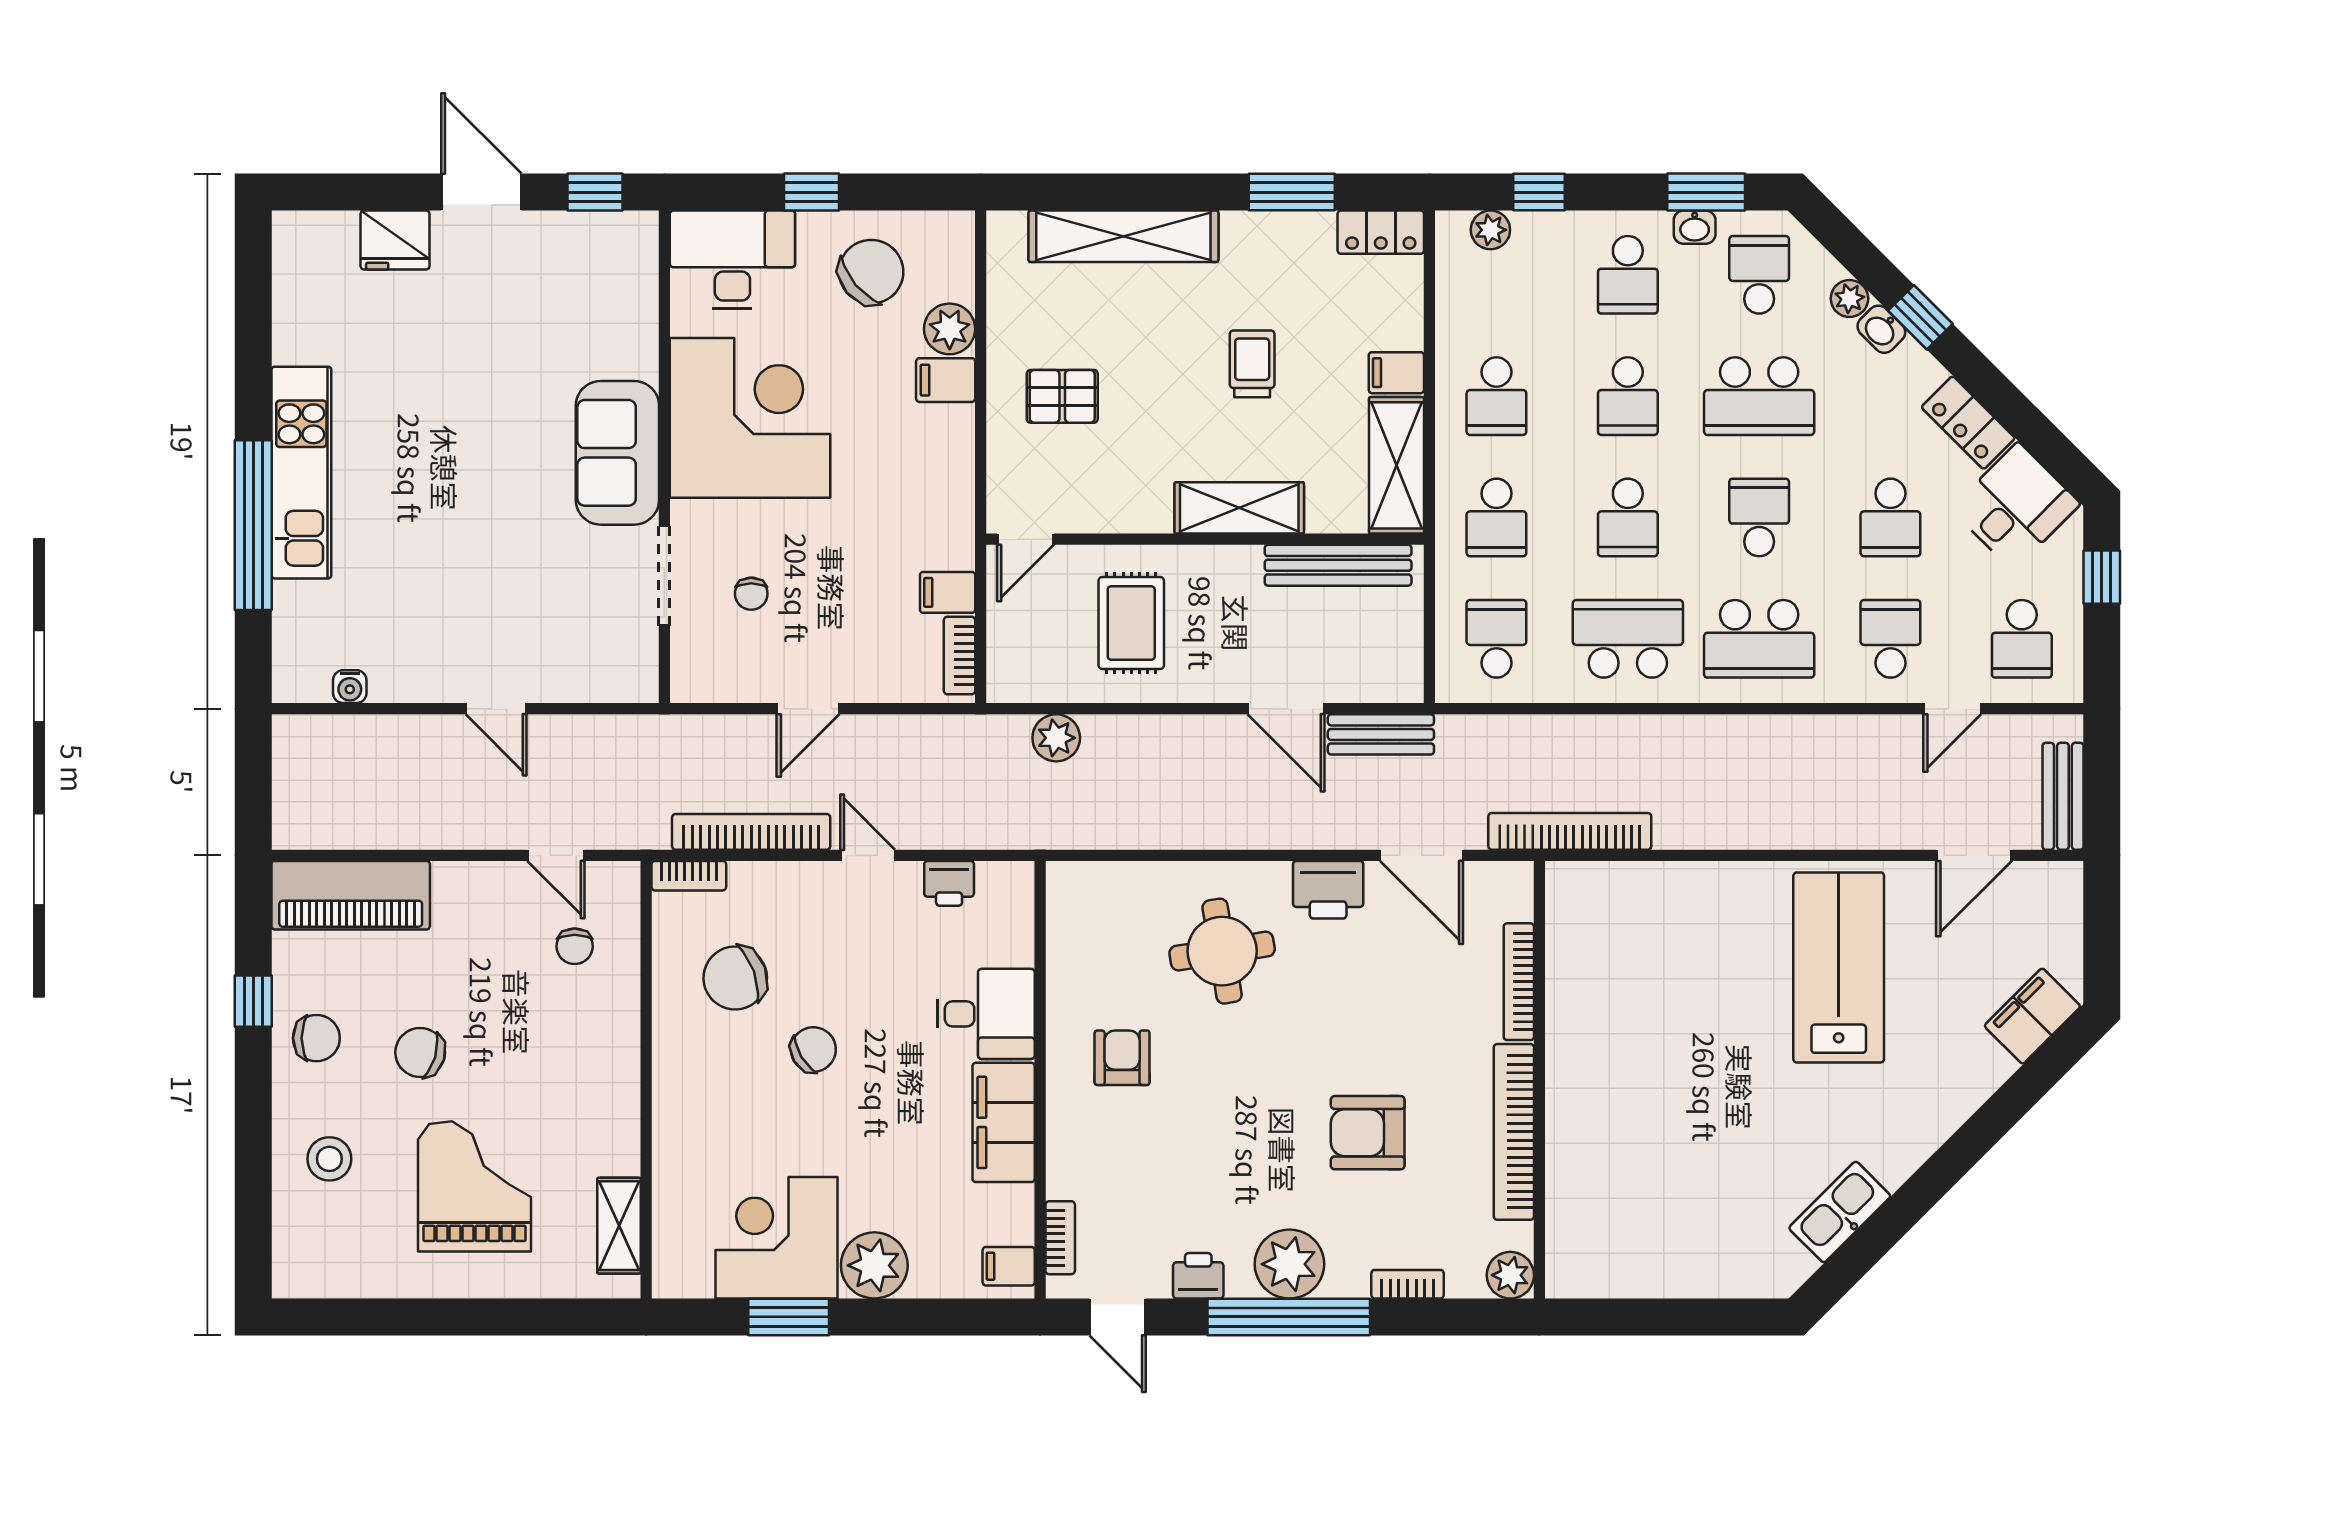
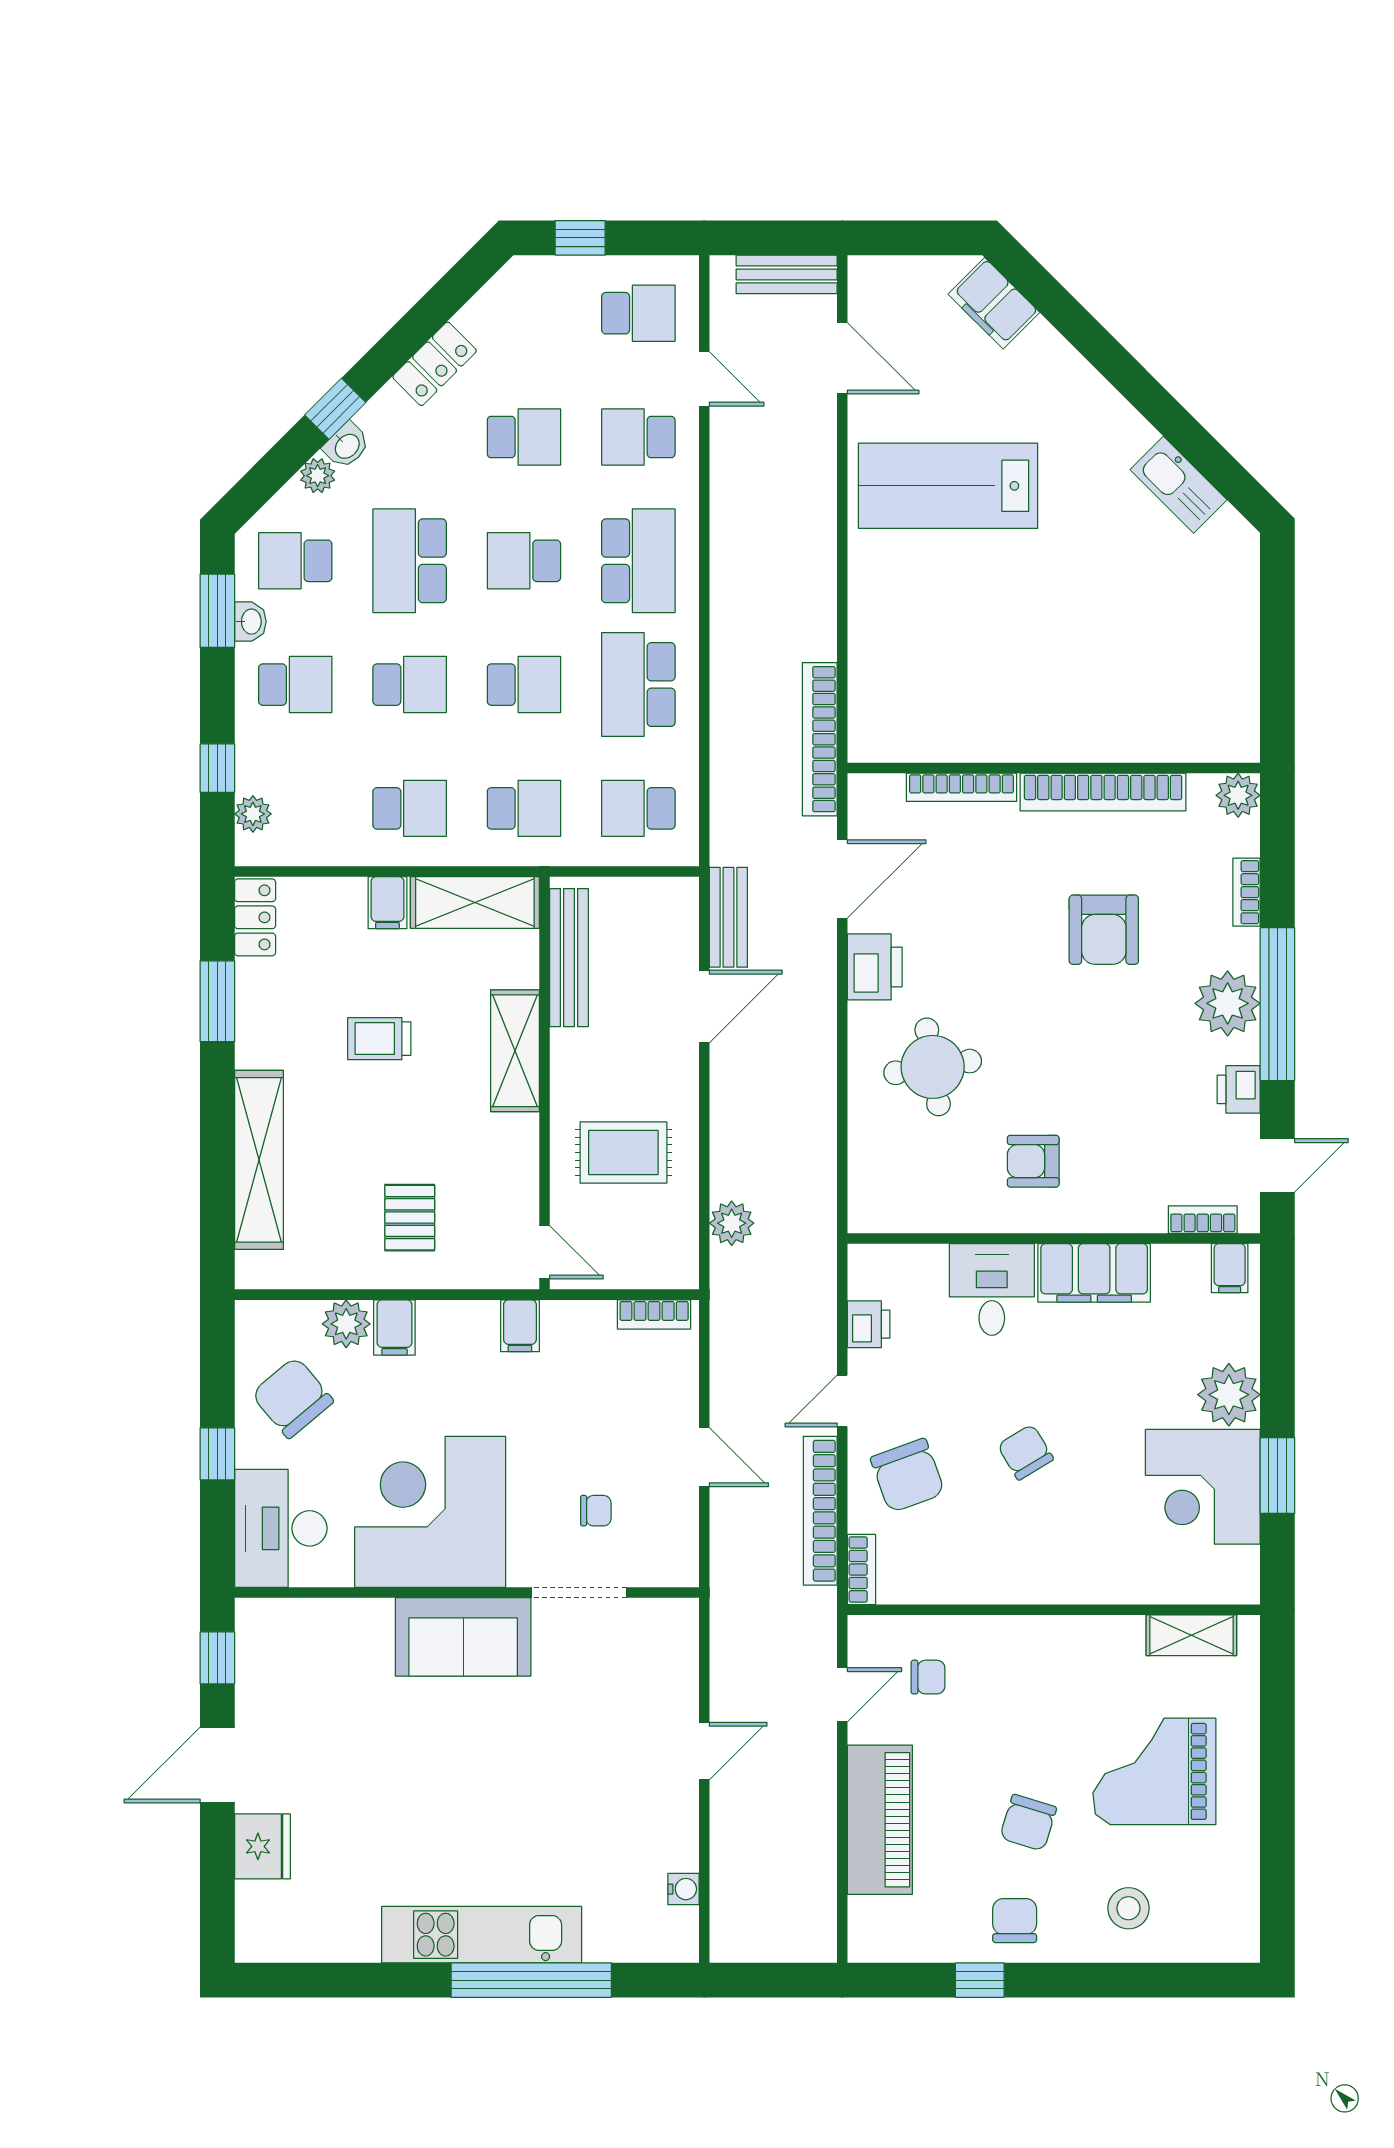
school desk: (1759, 396) -> (410, 561), turned 180
desk: (2016, 506) -> (513, 319), removed
filing cabinet: (948, 592) -> (520, 1326), moved
piano: (351, 895) -> (880, 1820), moved
chair: (735, 978) -> (908, 1475), moved

